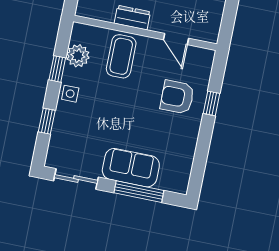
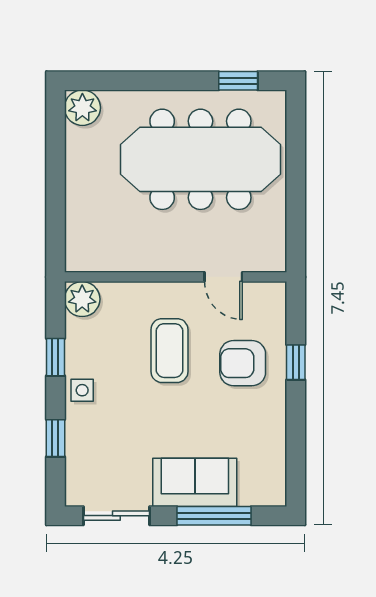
dresser: (132, 18) -> (152, 258), removed
plant: (78, 56) -> (82, 299), moved
coffee table: (121, 56) -> (169, 351), moved

